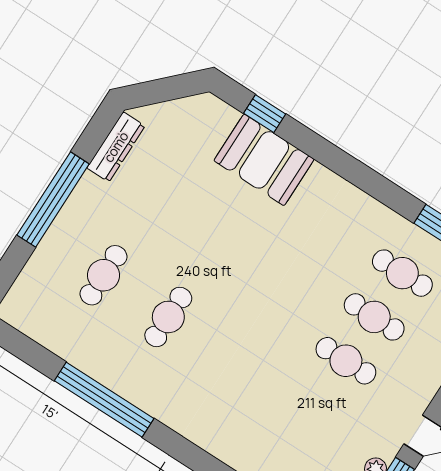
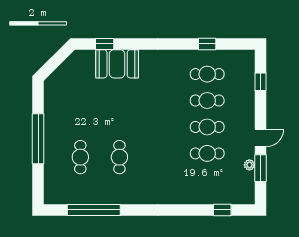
dresser: (116, 147) -> (50, 99), removed
window: (104, 400) -> (94, 210), moved
cafe table: (318, 405) -> (207, 153), added

